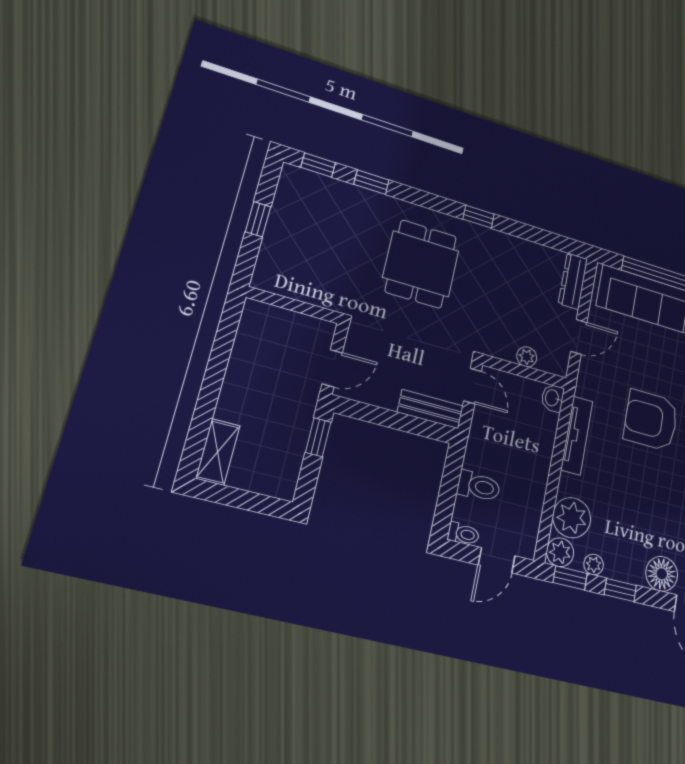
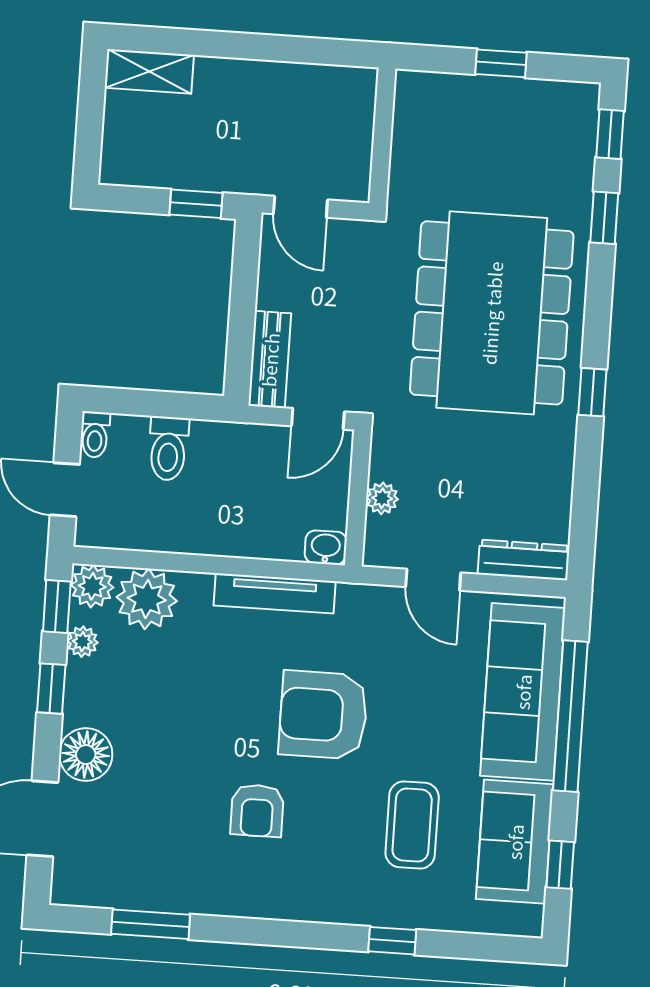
dining table: (421, 264) -> (492, 313), width x1.88, depth x1.24
armchair: (651, 420) -> (323, 715), turned -90

